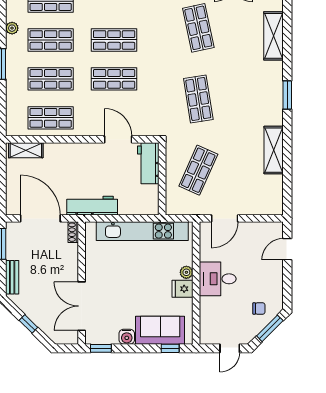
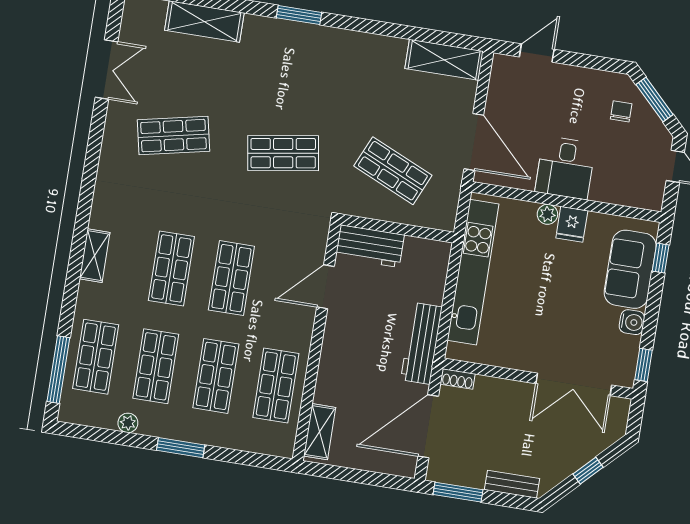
shelving: (274, 150) -> (444, 60), moved
door: (225, 218) -> (474, 142), width x1.36
door: (287, 249) -> (537, 53), swing flipped

